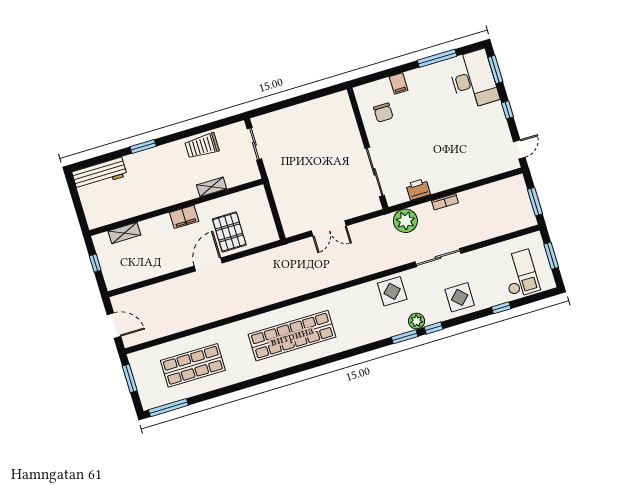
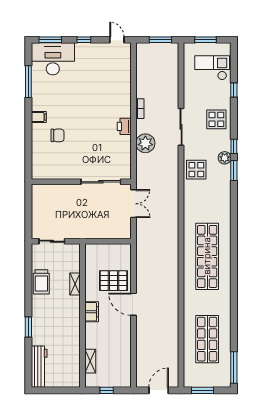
wall: (368, 148) -> (81, 182), moved
sliding door: (375, 172) -> (101, 182), moved

